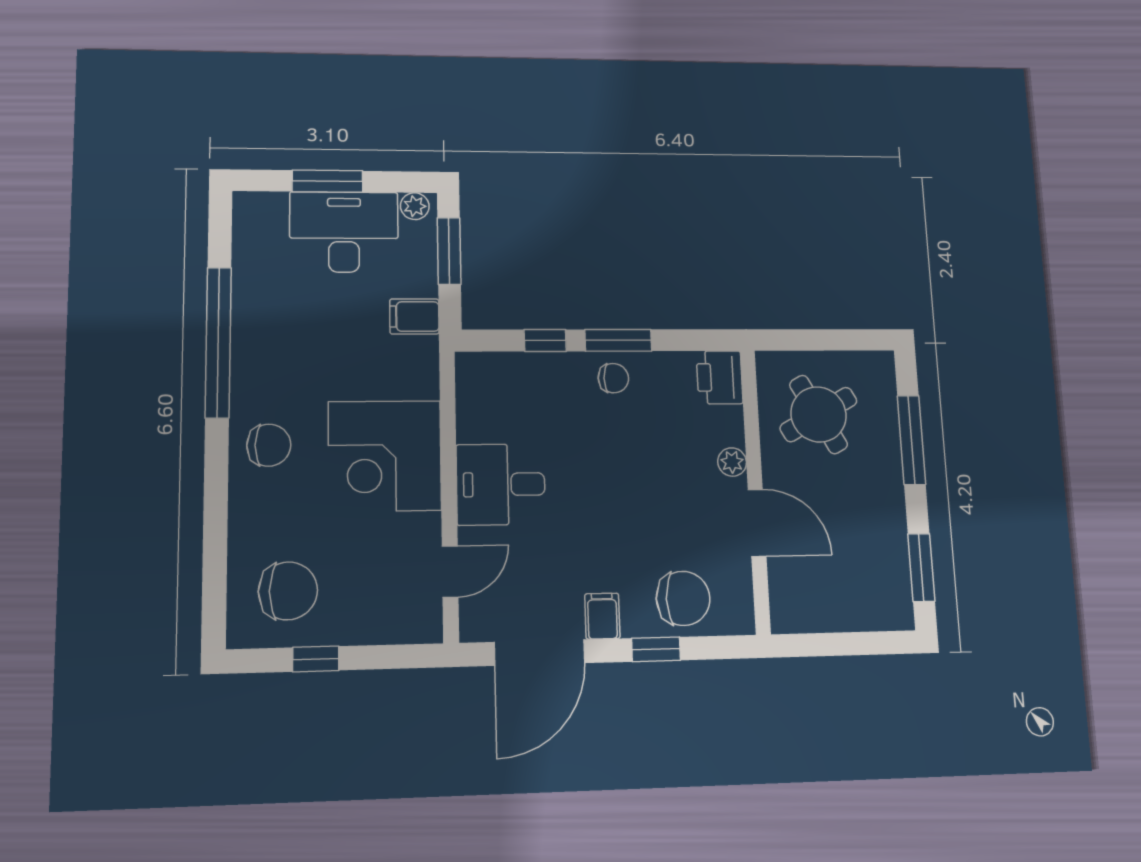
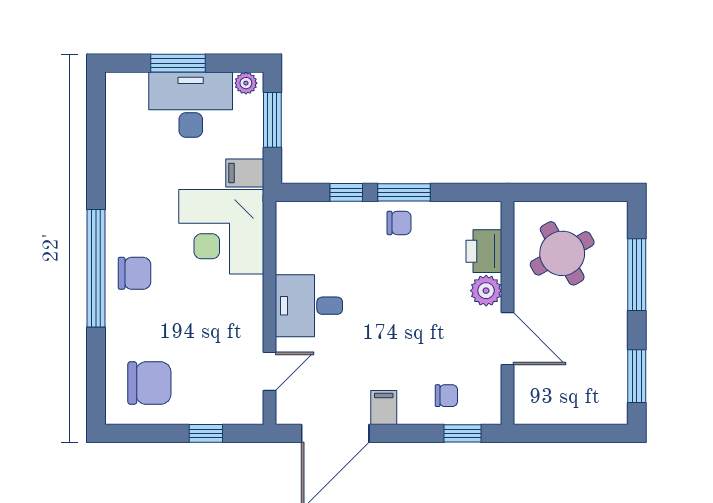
window: (218, 342) -> (96, 268), moved
printer: (720, 377) -> (484, 251), moved
corner desk: (385, 456) -> (221, 232), moved
plant: (732, 462) -> (486, 291), width x1.38, depth x1.38
chair: (683, 598) -> (446, 396), width x0.54, depth x0.54
window: (656, 649) -> (463, 433), moved
window: (316, 659) -> (206, 433), moved

